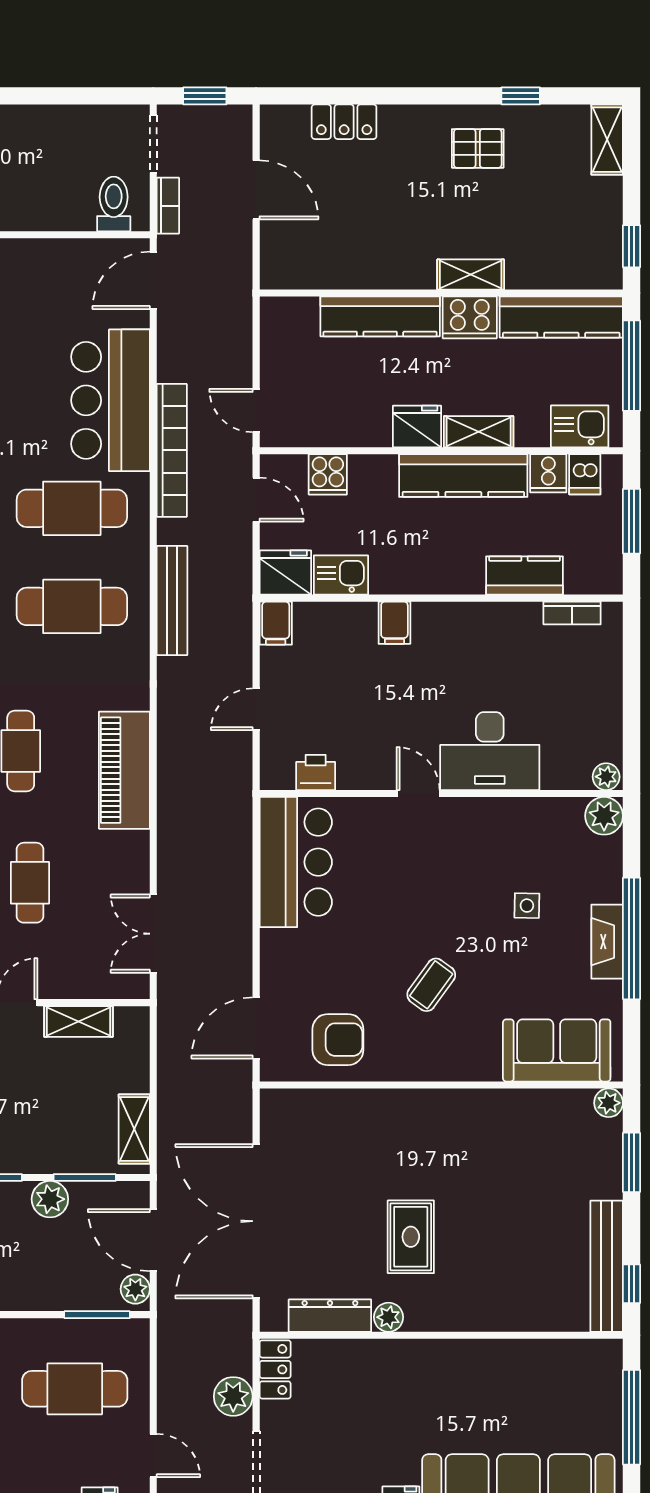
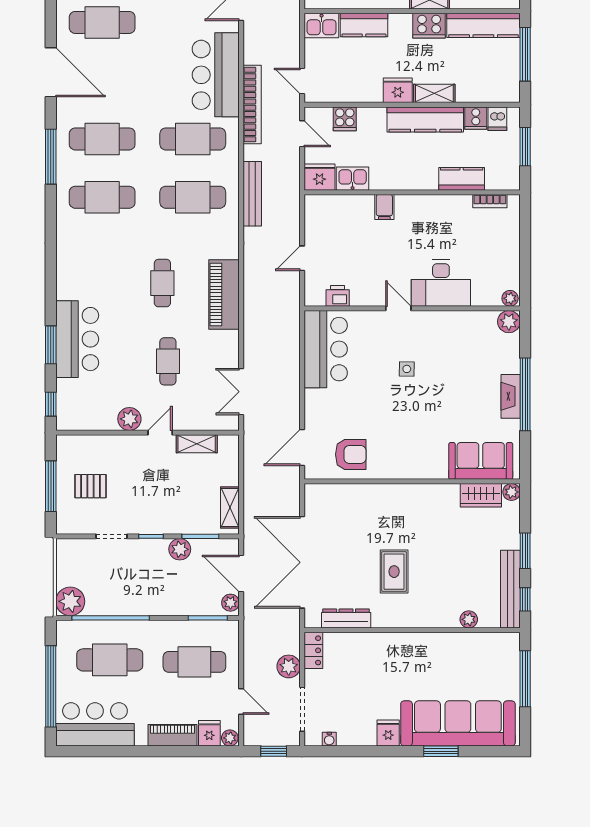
kitchen counter: (380, 316) -> (364, 25), width x0.67
kitchen sink: (580, 426) -> (322, 26), moved, turned 180
filing cabinet: (276, 623) -> (314, 207), removed
side table: (527, 906) -> (407, 369), moved
coffee table: (431, 985) -> (406, 422), removed
wardrobe: (557, 1108) -> (481, 495), added
window: (632, 1162) -> (525, 551), moved
plant: (388, 1317) -> (469, 619), moved

